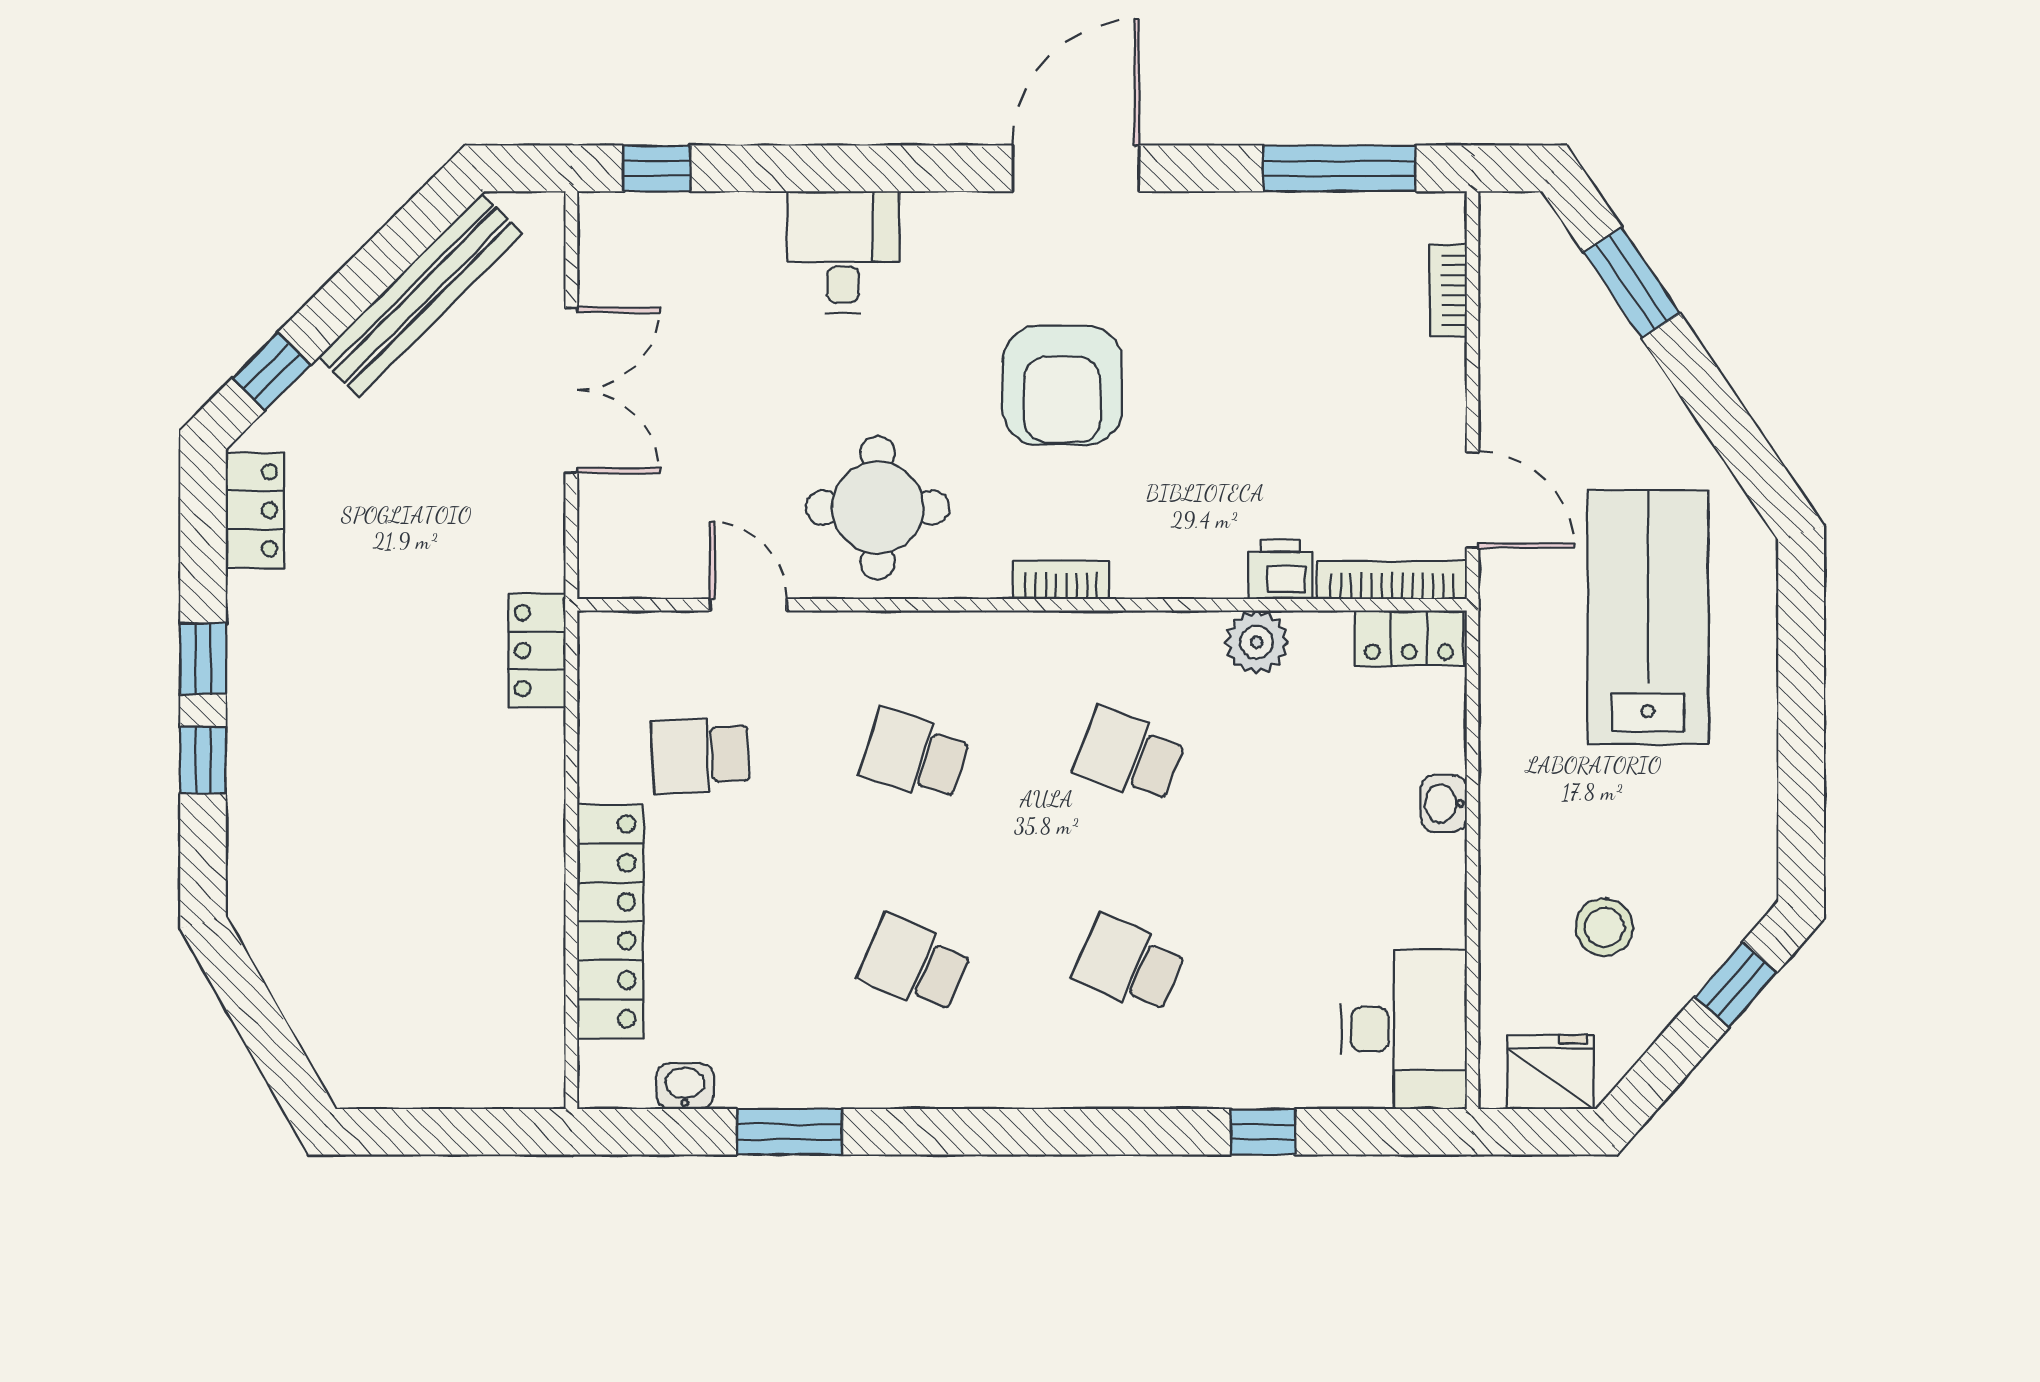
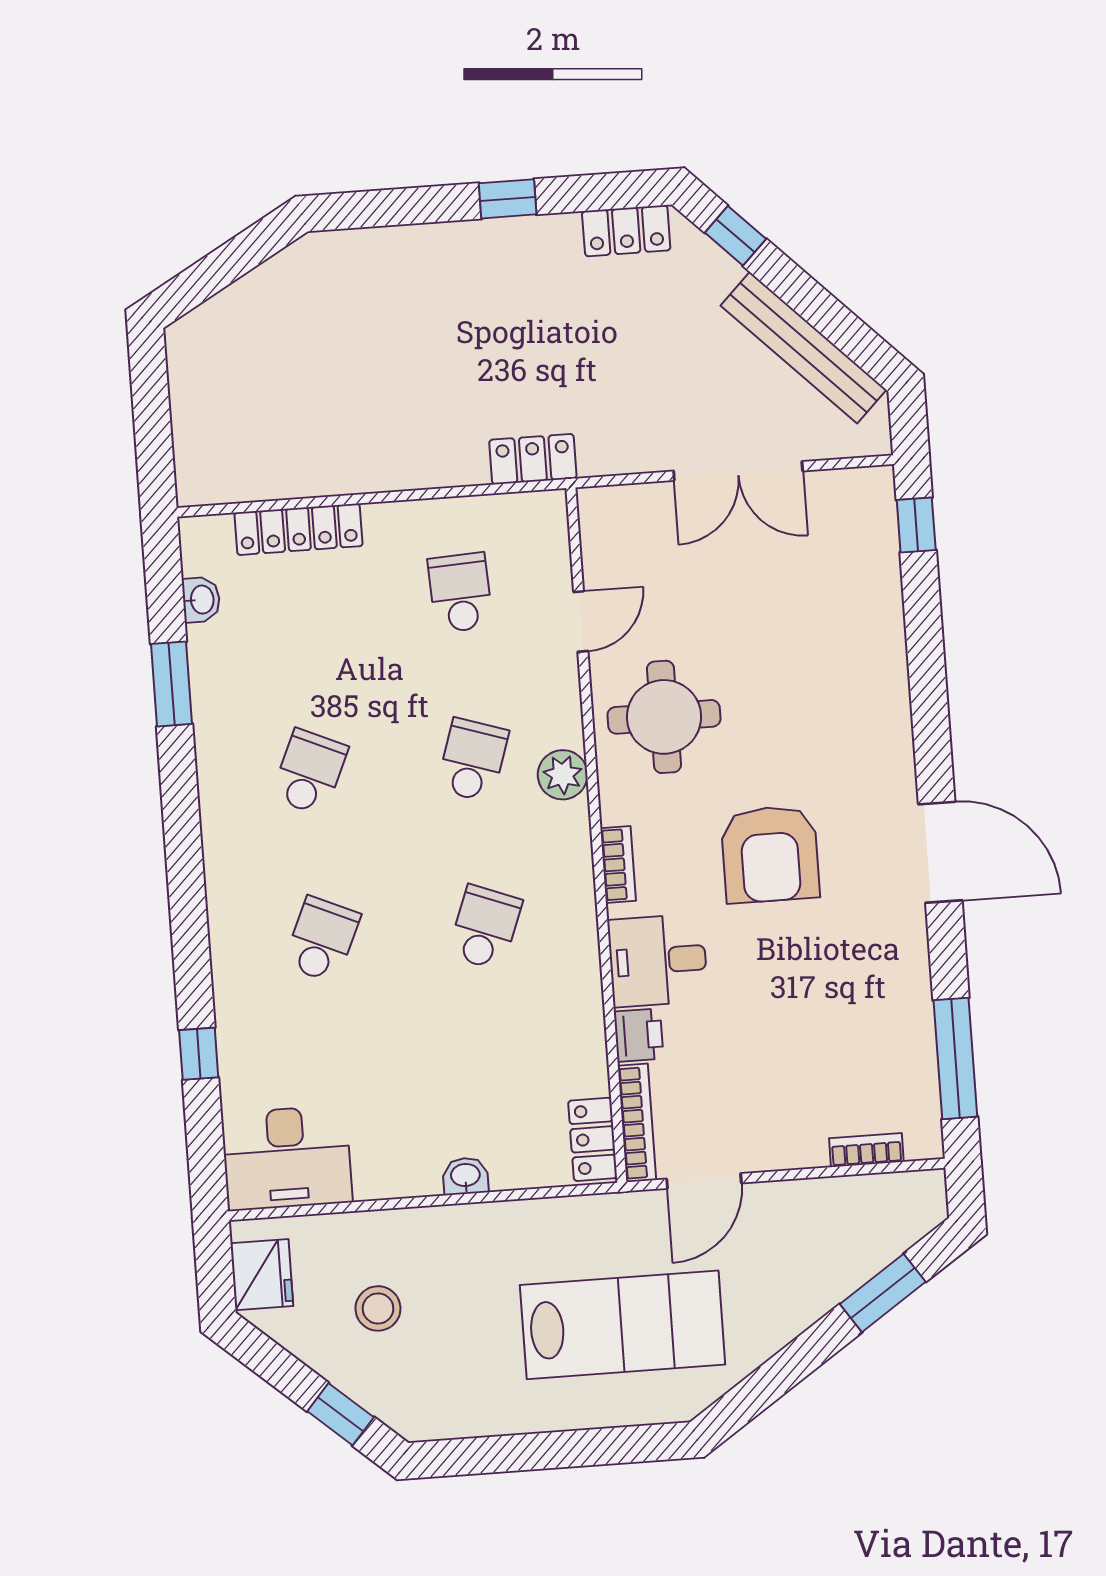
desk: (843, 252) -> (658, 960), moved, turned 180
armchair: (1062, 385) -> (770, 854), turned -90
plant: (1257, 642) -> (563, 775), moved
window: (203, 760) -> (428, 205), removed
locker: (610, 921) -> (298, 529), width x0.71, depth x0.83

